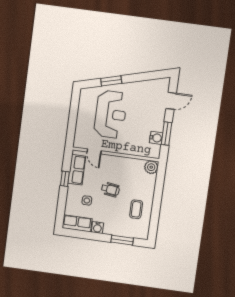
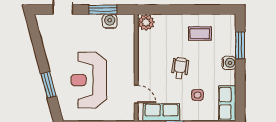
reception desk: (111, 114) -> (89, 80), turned -90
door: (94, 151) -> (136, 94), hinge flipped
water cooler: (97, 228) -> (229, 63), moved

